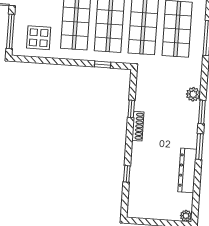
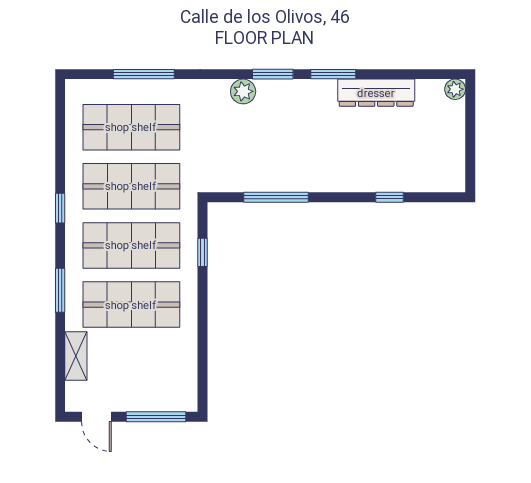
display table: (39, 38) -> (164, 367), removed
window: (131, 109) -> (276, 197), width x2.17
shoe rack: (138, 126) -> (305, 184), removed

